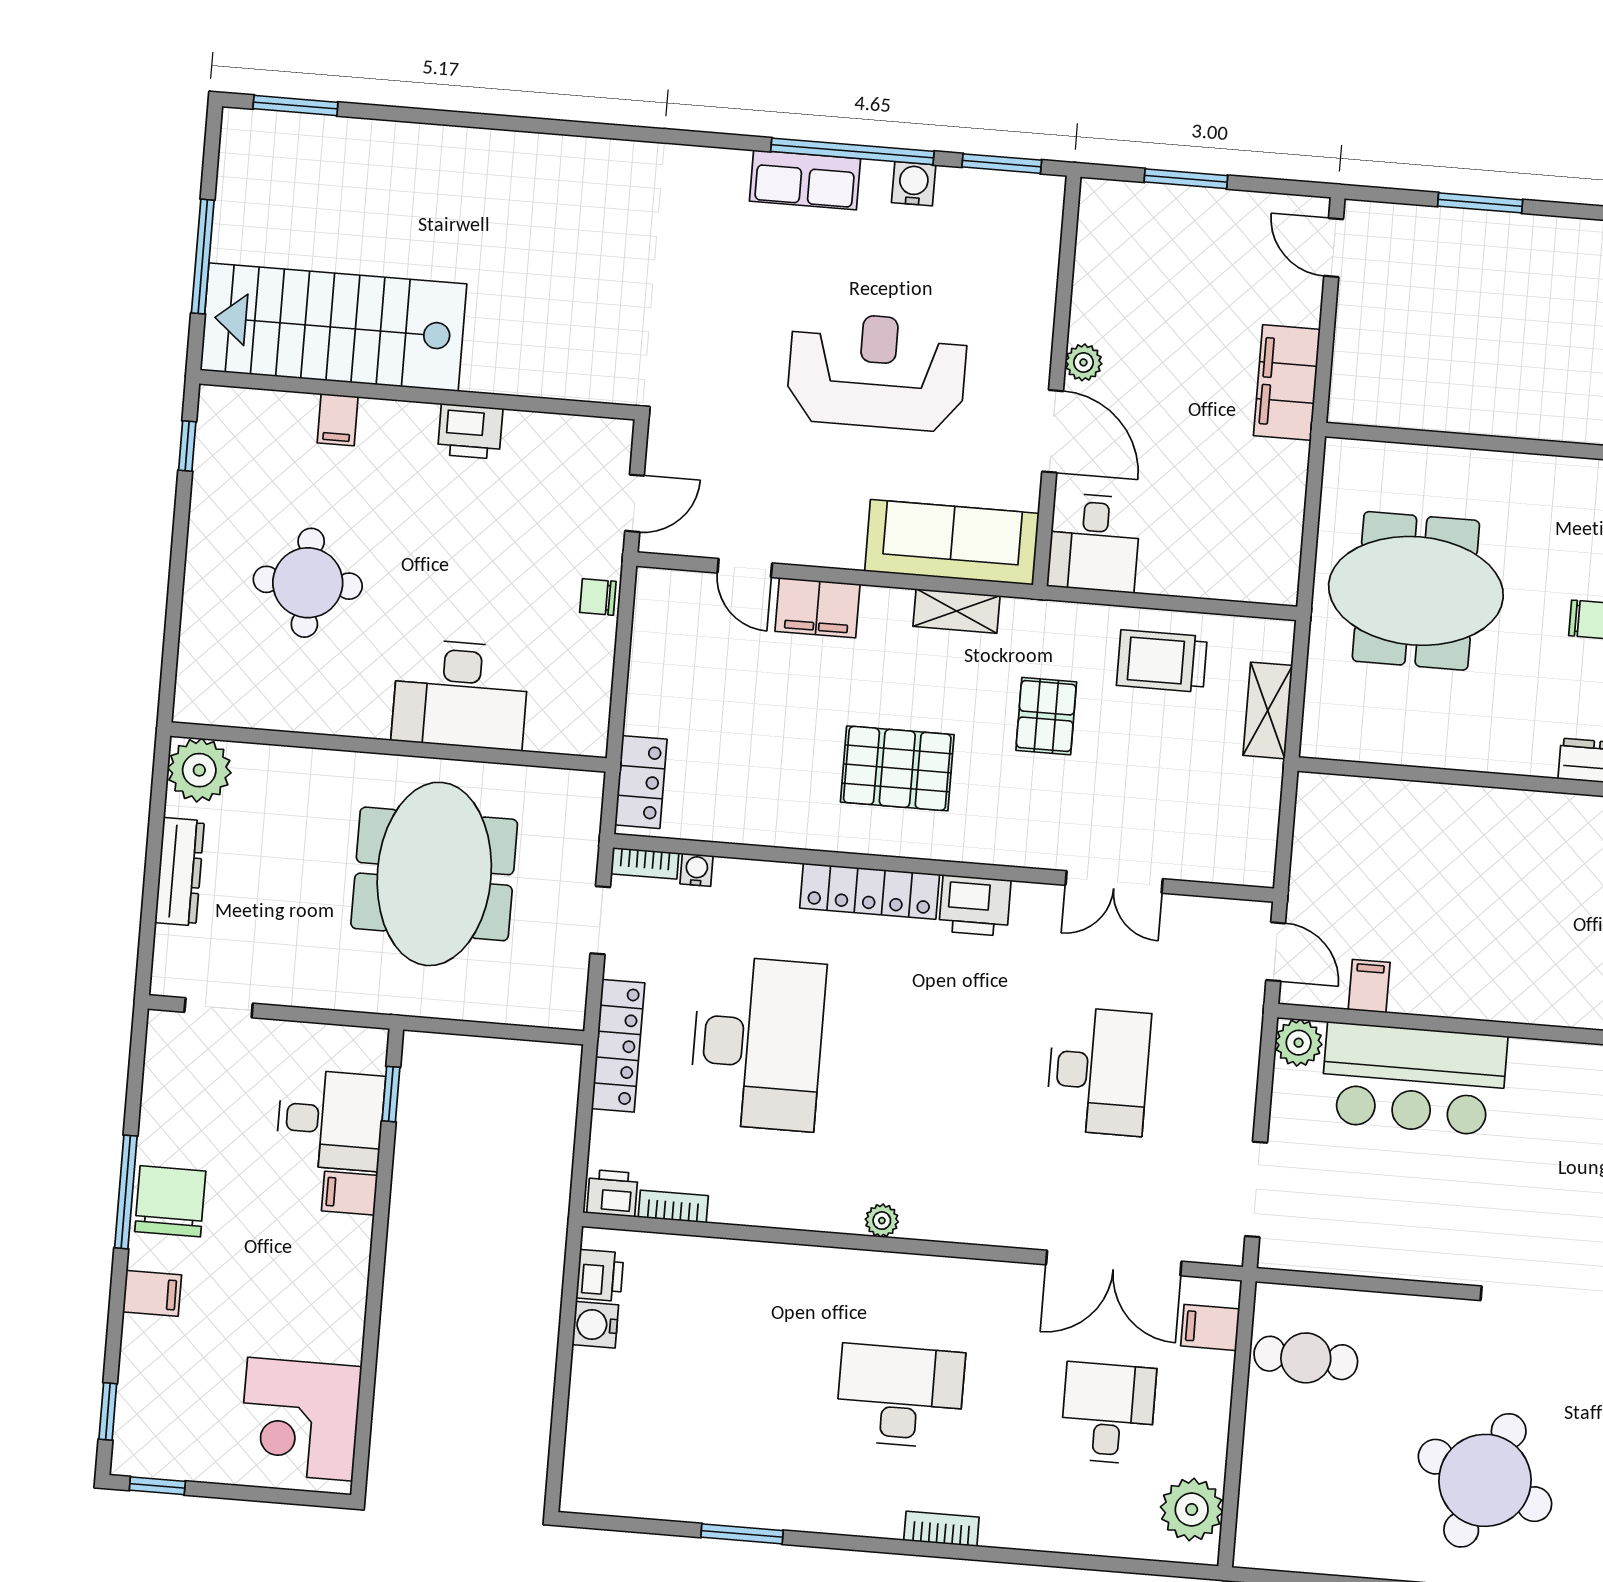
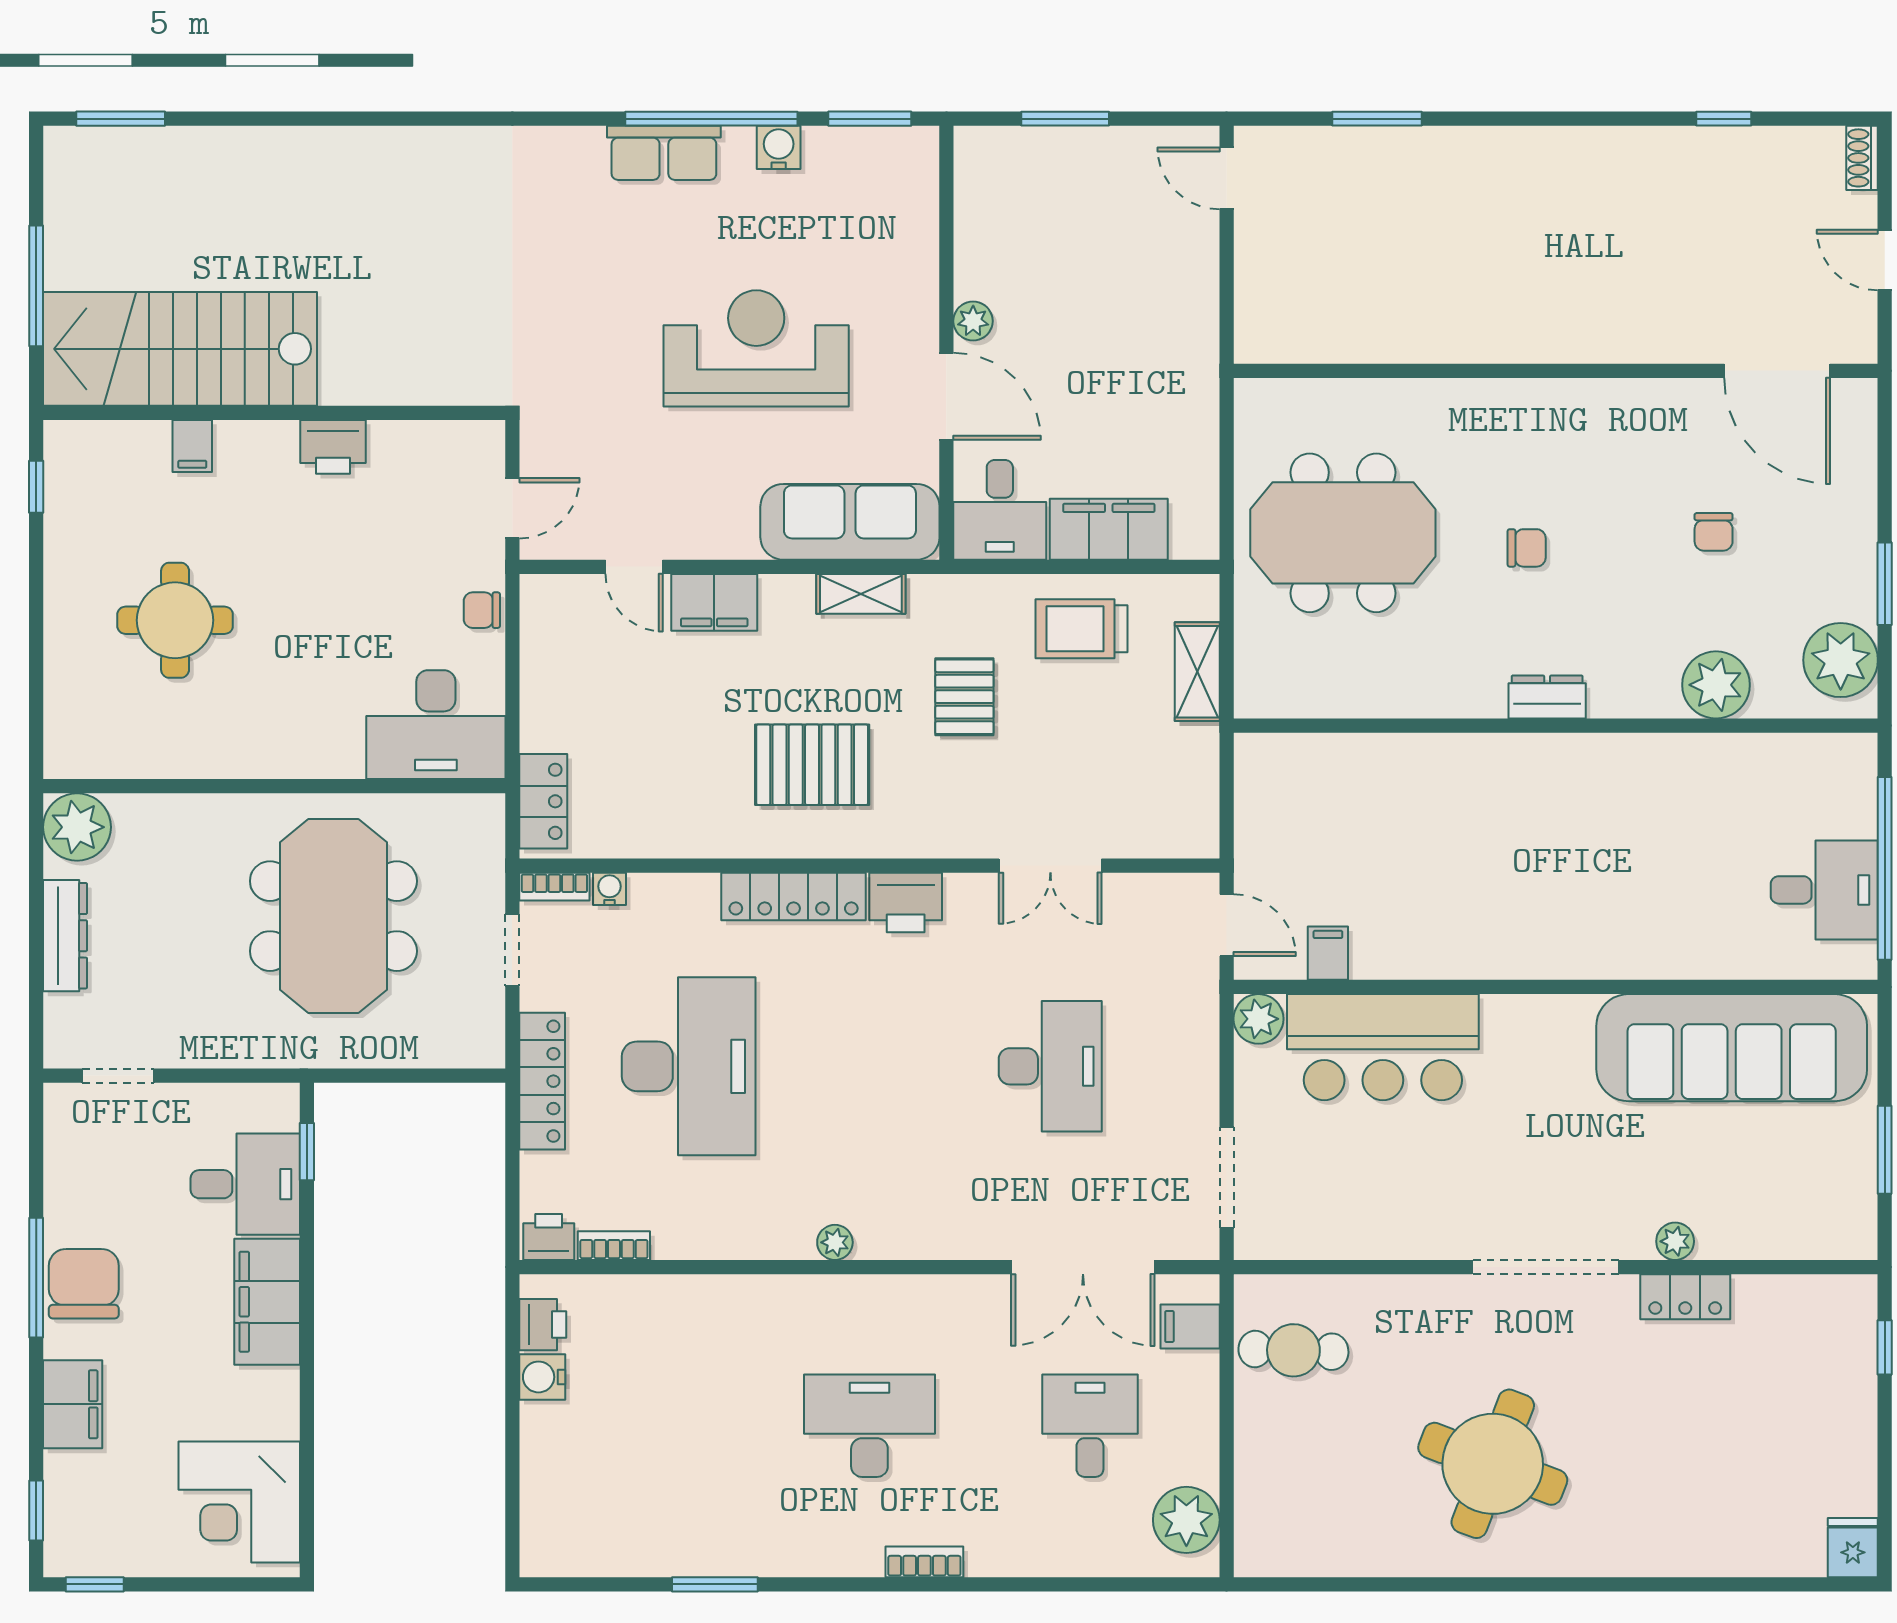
filing cabinet: (1287, 383) -> (1109, 529), moved, turned 90
desk: (460, 694) -> (436, 725), moved
filing cabinet: (350, 1193) -> (267, 1302), width x3.00, depth x1.17
filing cabinet: (152, 1293) -> (73, 1404), width x2.00

